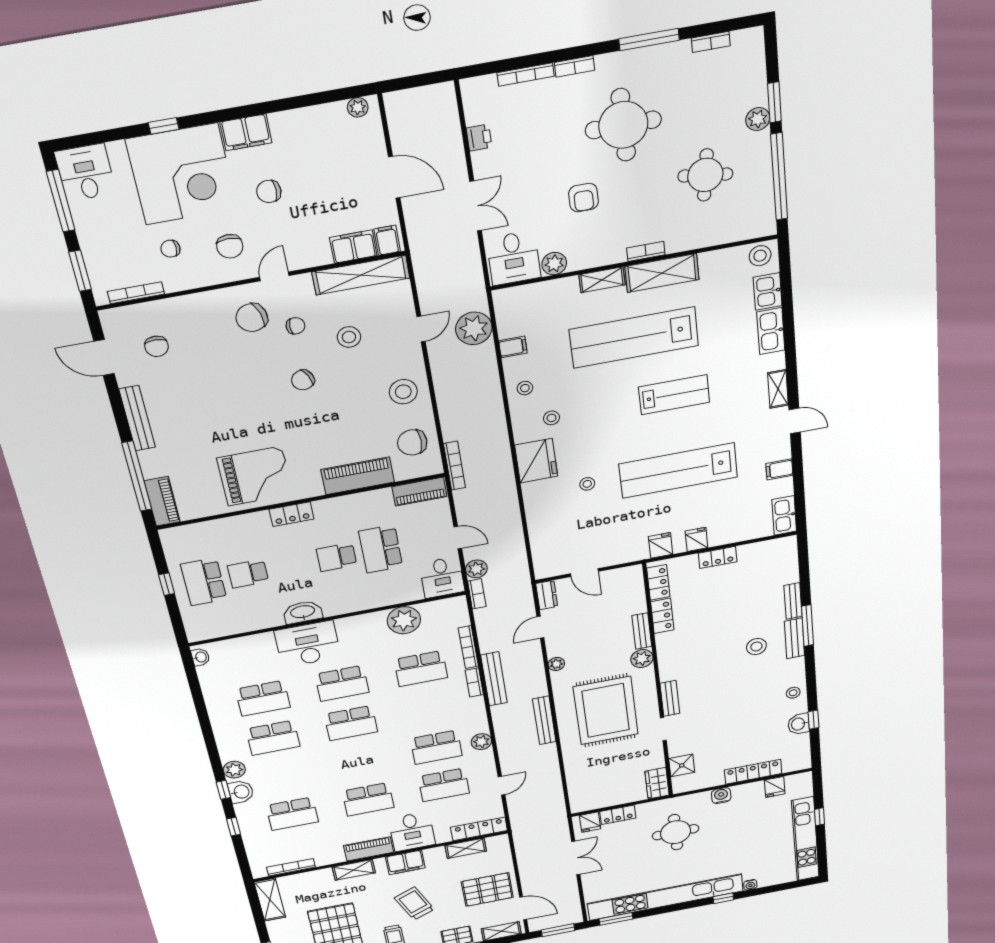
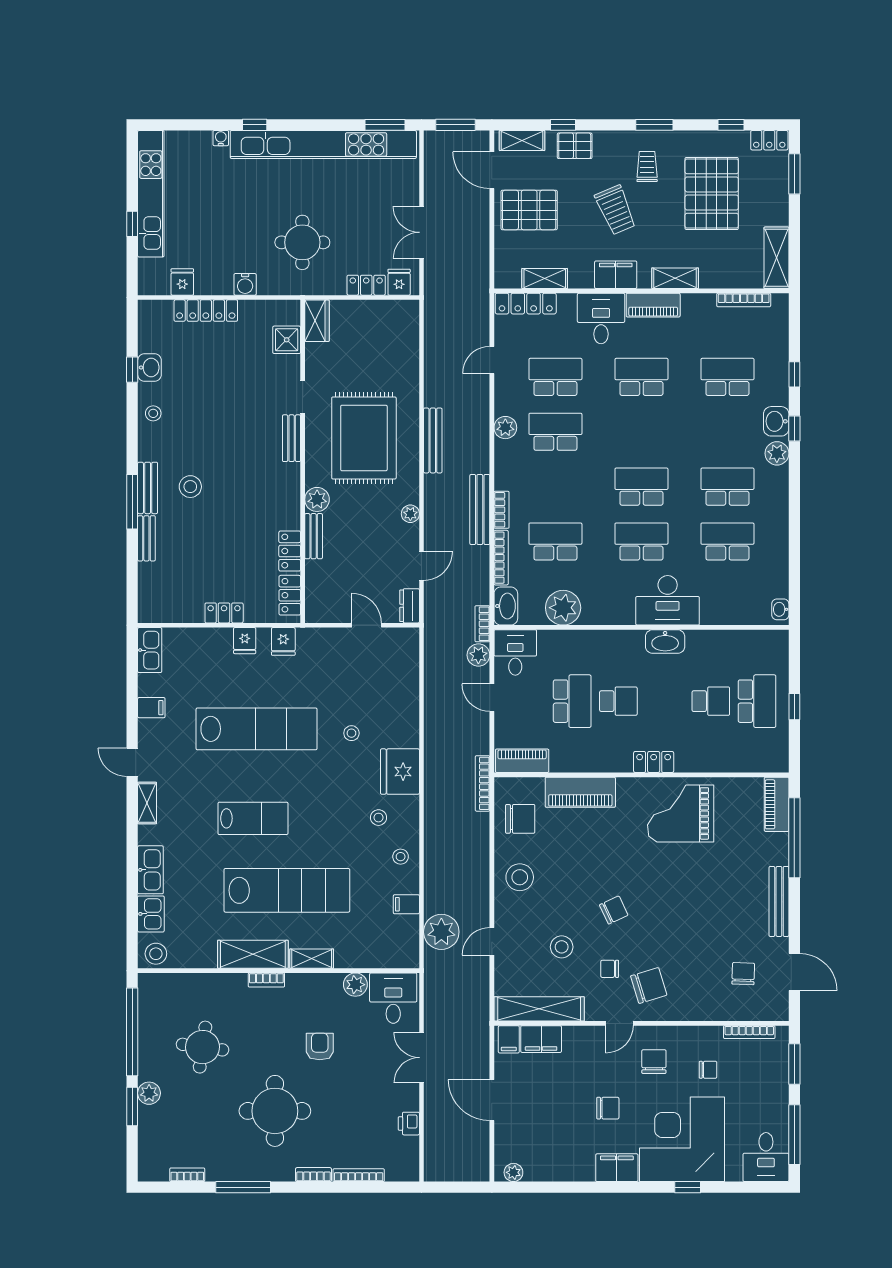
lab bench: (674, 395) -> (253, 818), turned 180
washbasin: (457, 612) -> (506, 606), added

